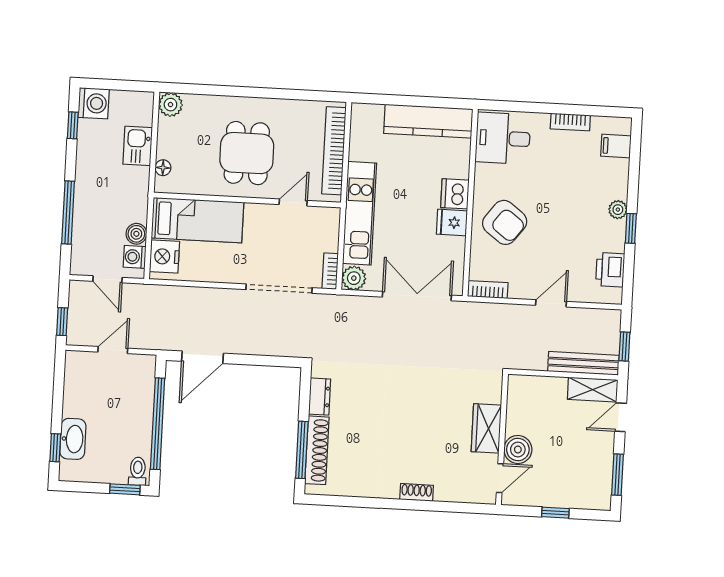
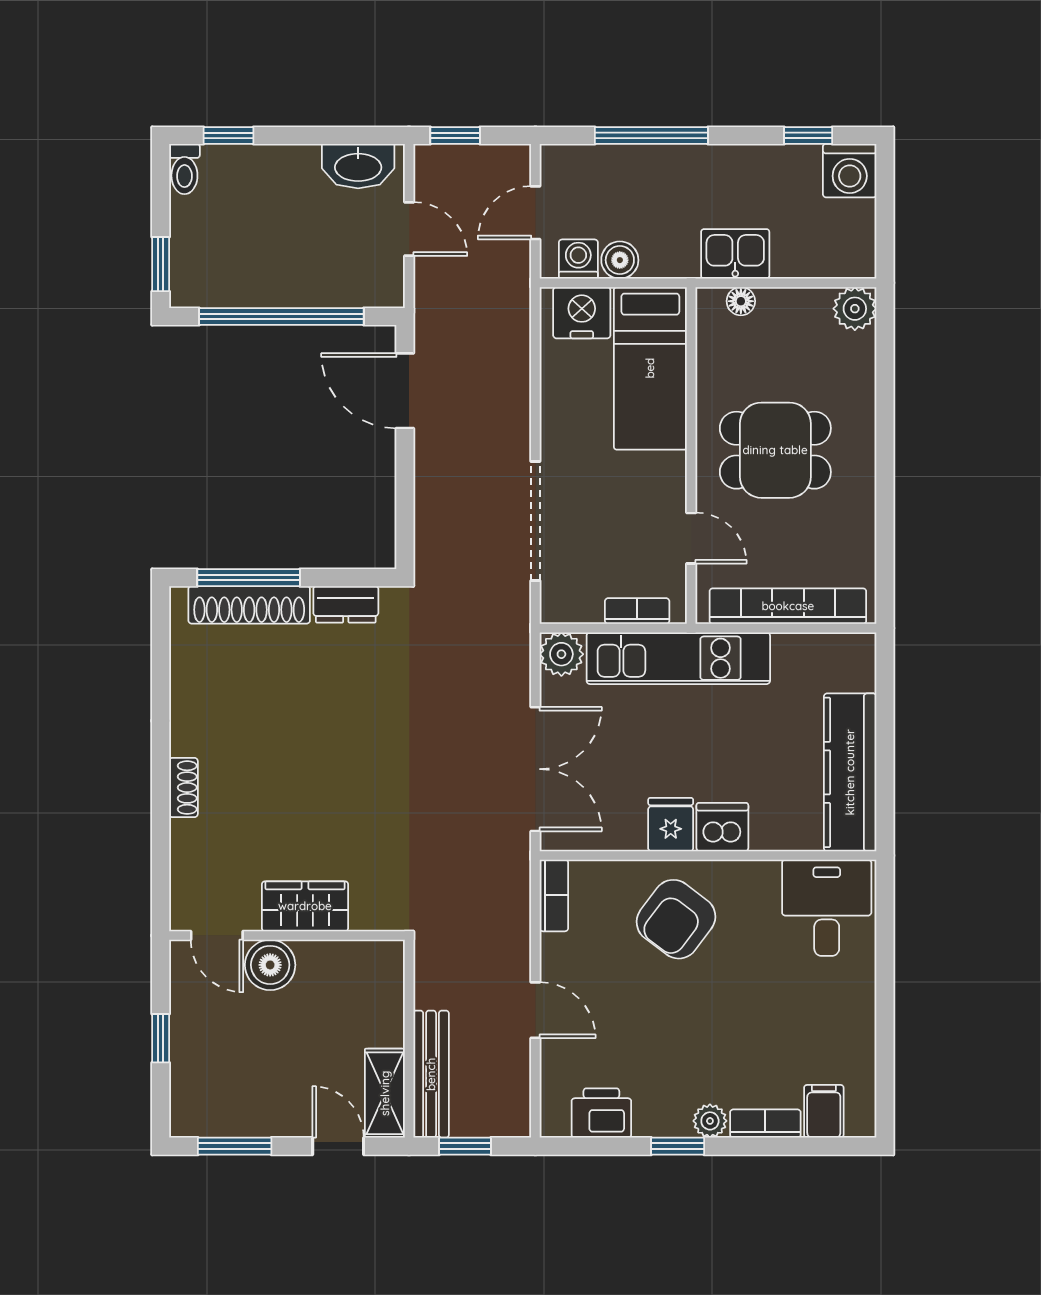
bookcase: (570, 122) -> (765, 1124), moved, turned 90
kitchen sink: (138, 146) -> (735, 254), moved
bookcase: (330, 271) -> (637, 611), moved
washbasin: (73, 439) -> (358, 166), moved
toilet: (138, 471) -> (184, 169), moved, turned 90

